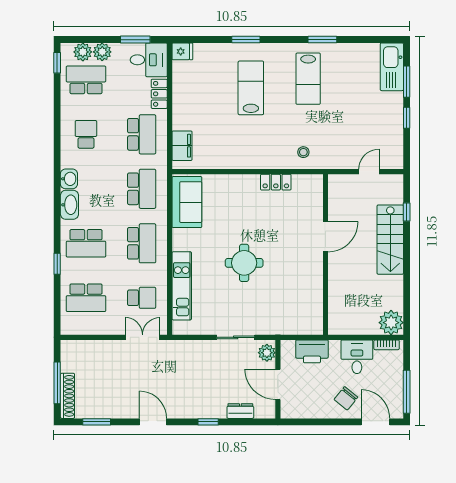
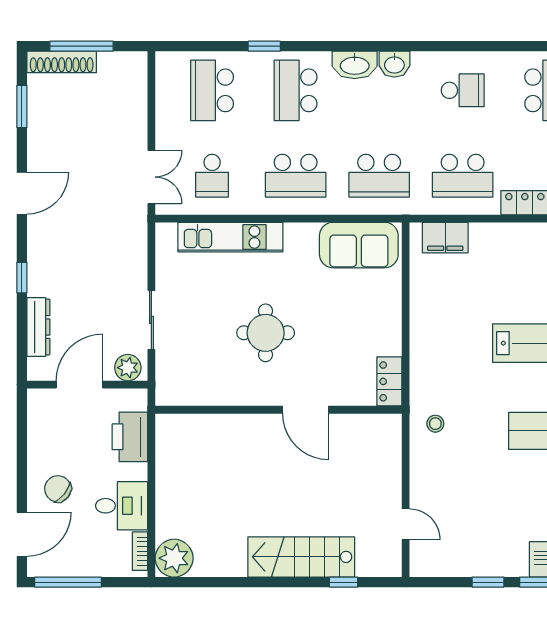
door: (325, 237) -> (306, 410), moved
wall: (325, 254) -> (278, 410), moved
dresser: (240, 411) -> (38, 327), width x1.44

